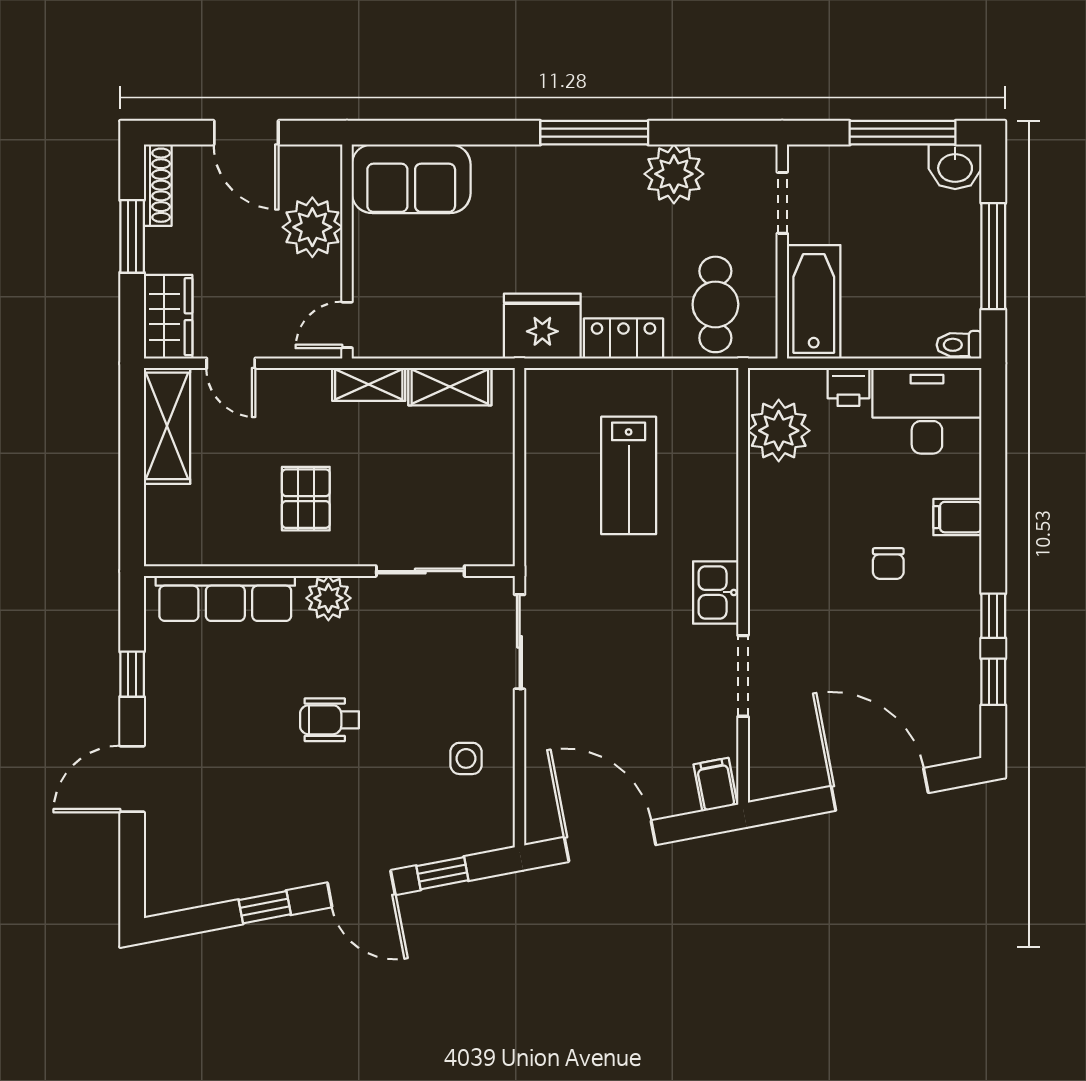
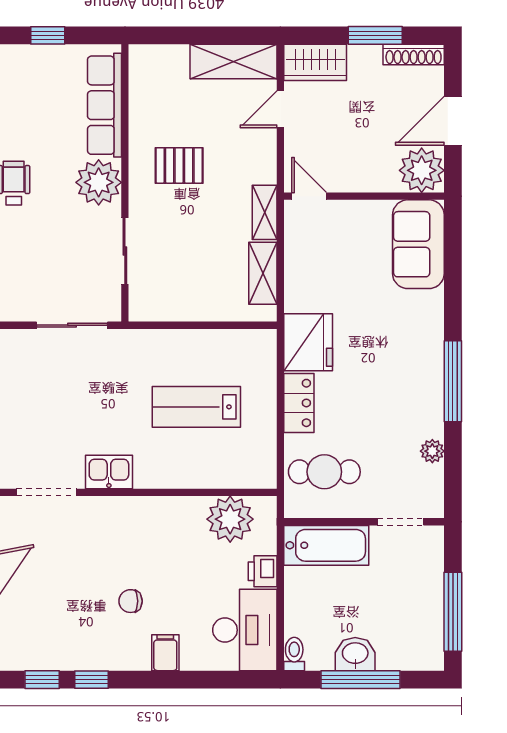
washbasin: (955, 167) -> (355, 654), moved, turned 90
plant: (674, 174) -> (432, 451), width x0.53, depth x0.53
plant: (312, 227) -> (422, 170), moved
plant: (328, 598) -> (99, 182), width x1.36, depth x1.36

